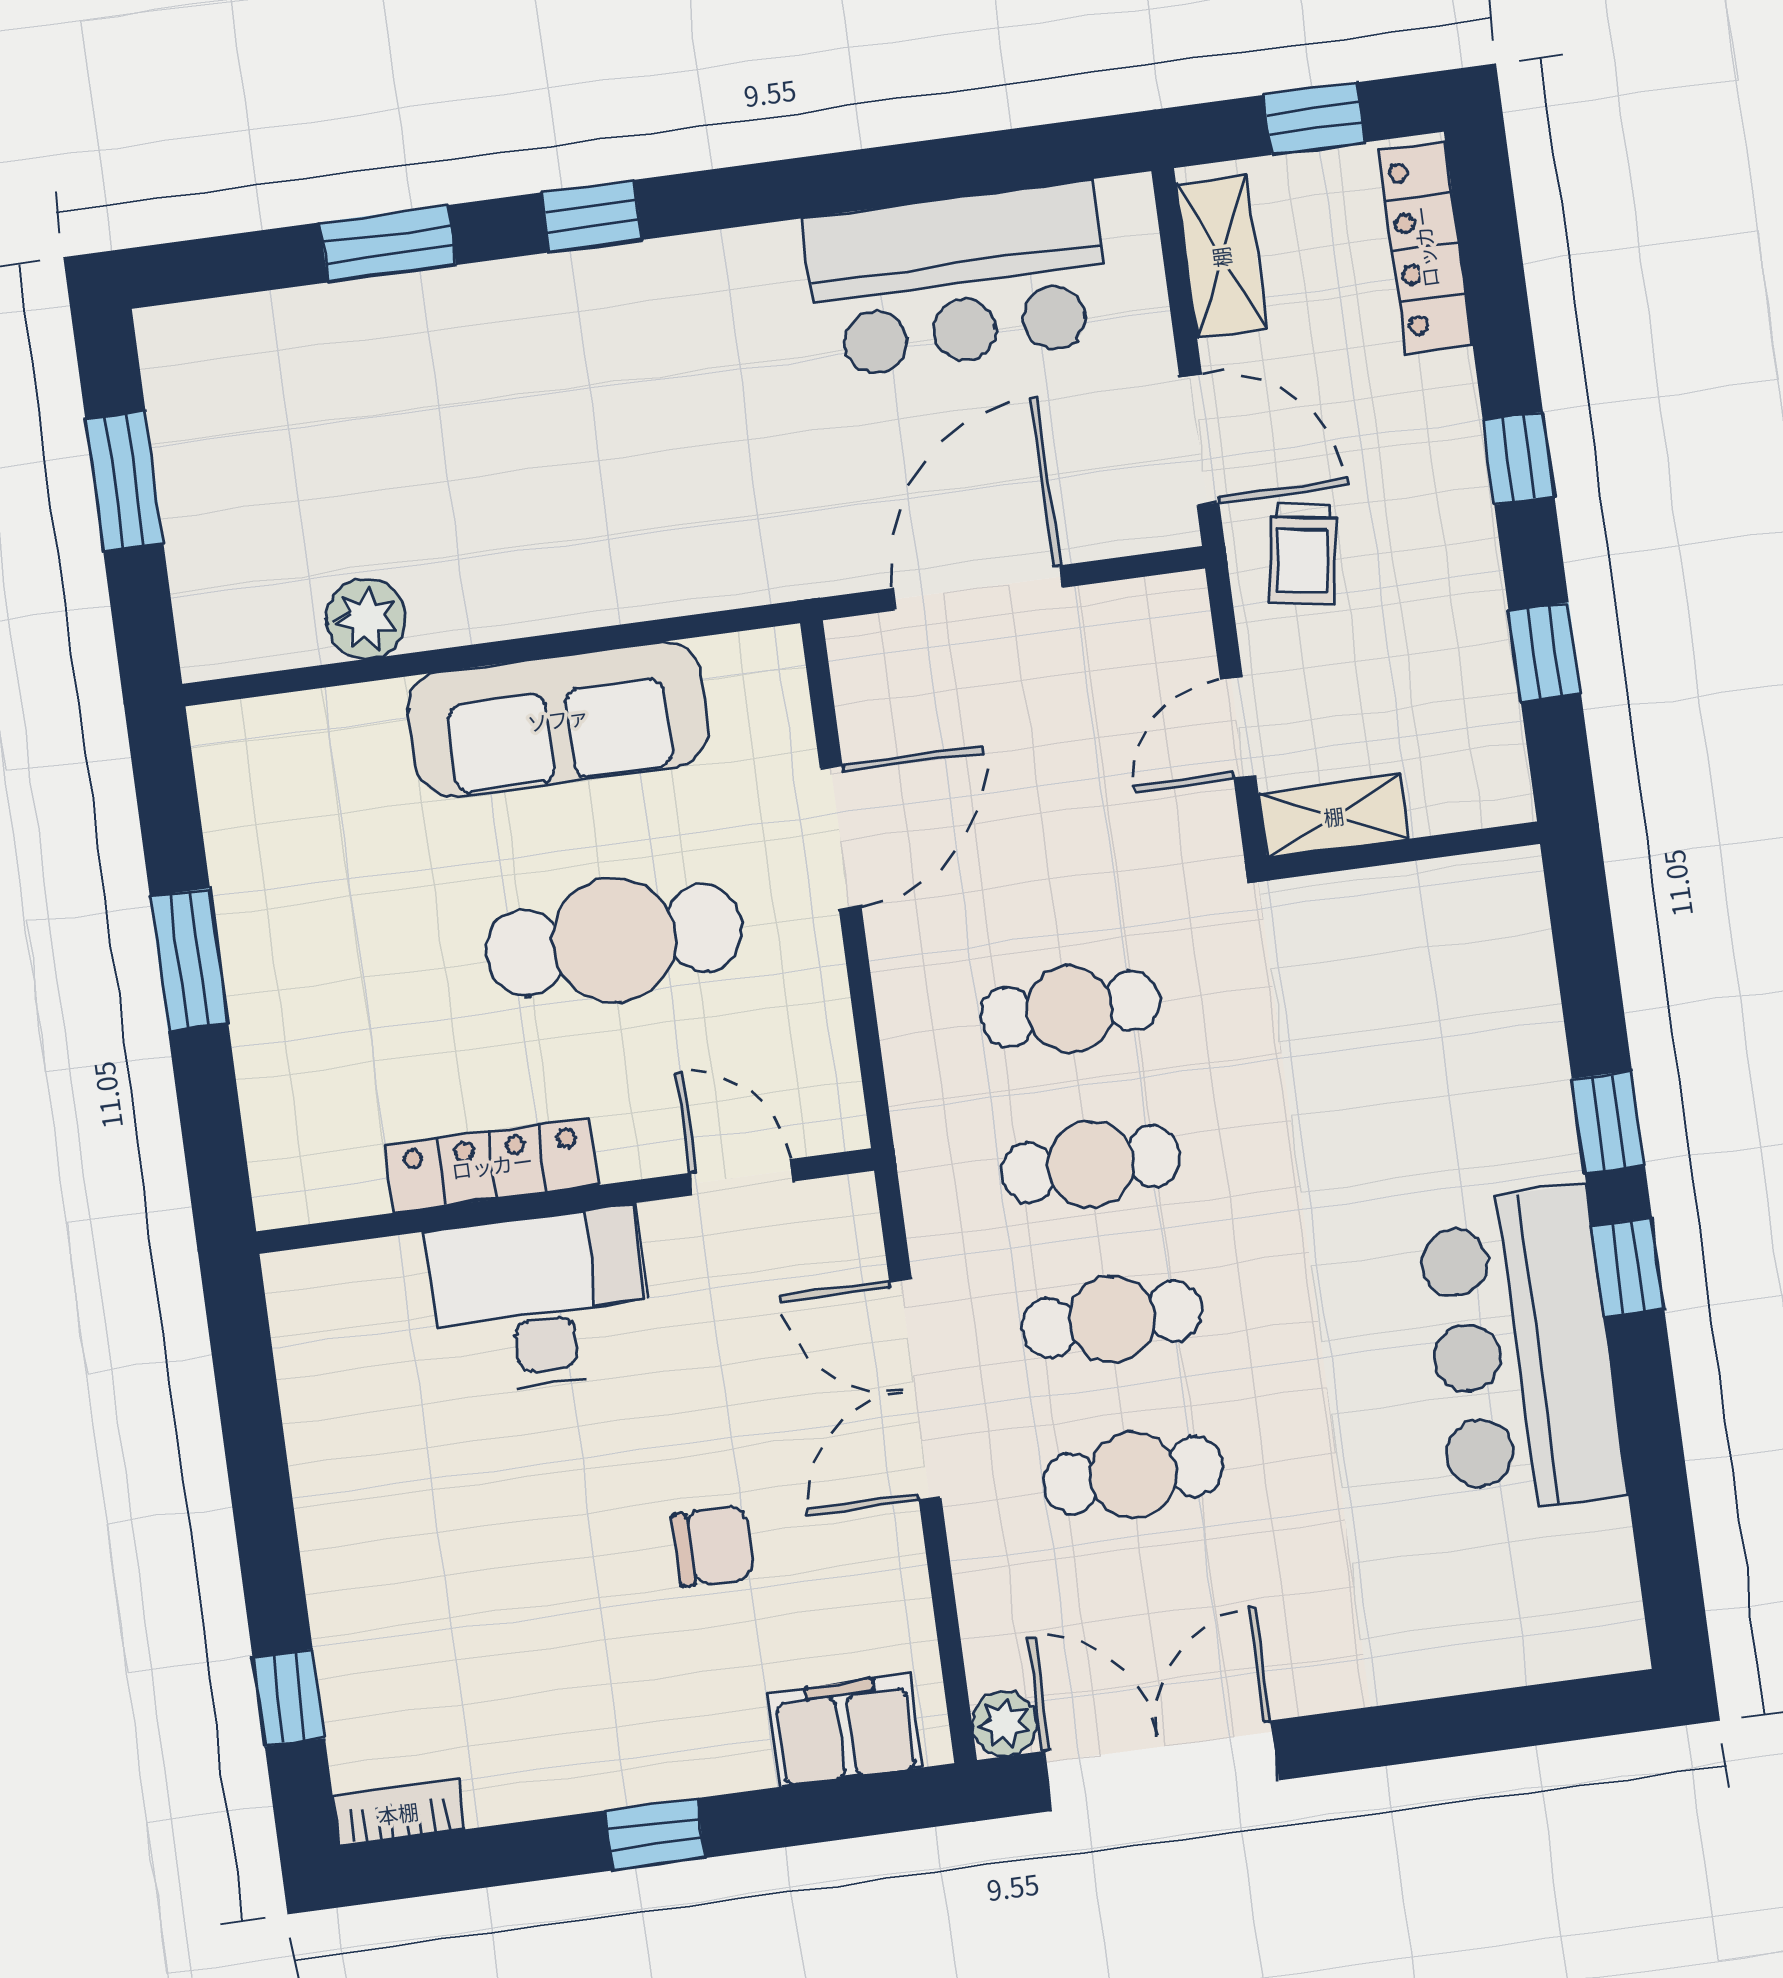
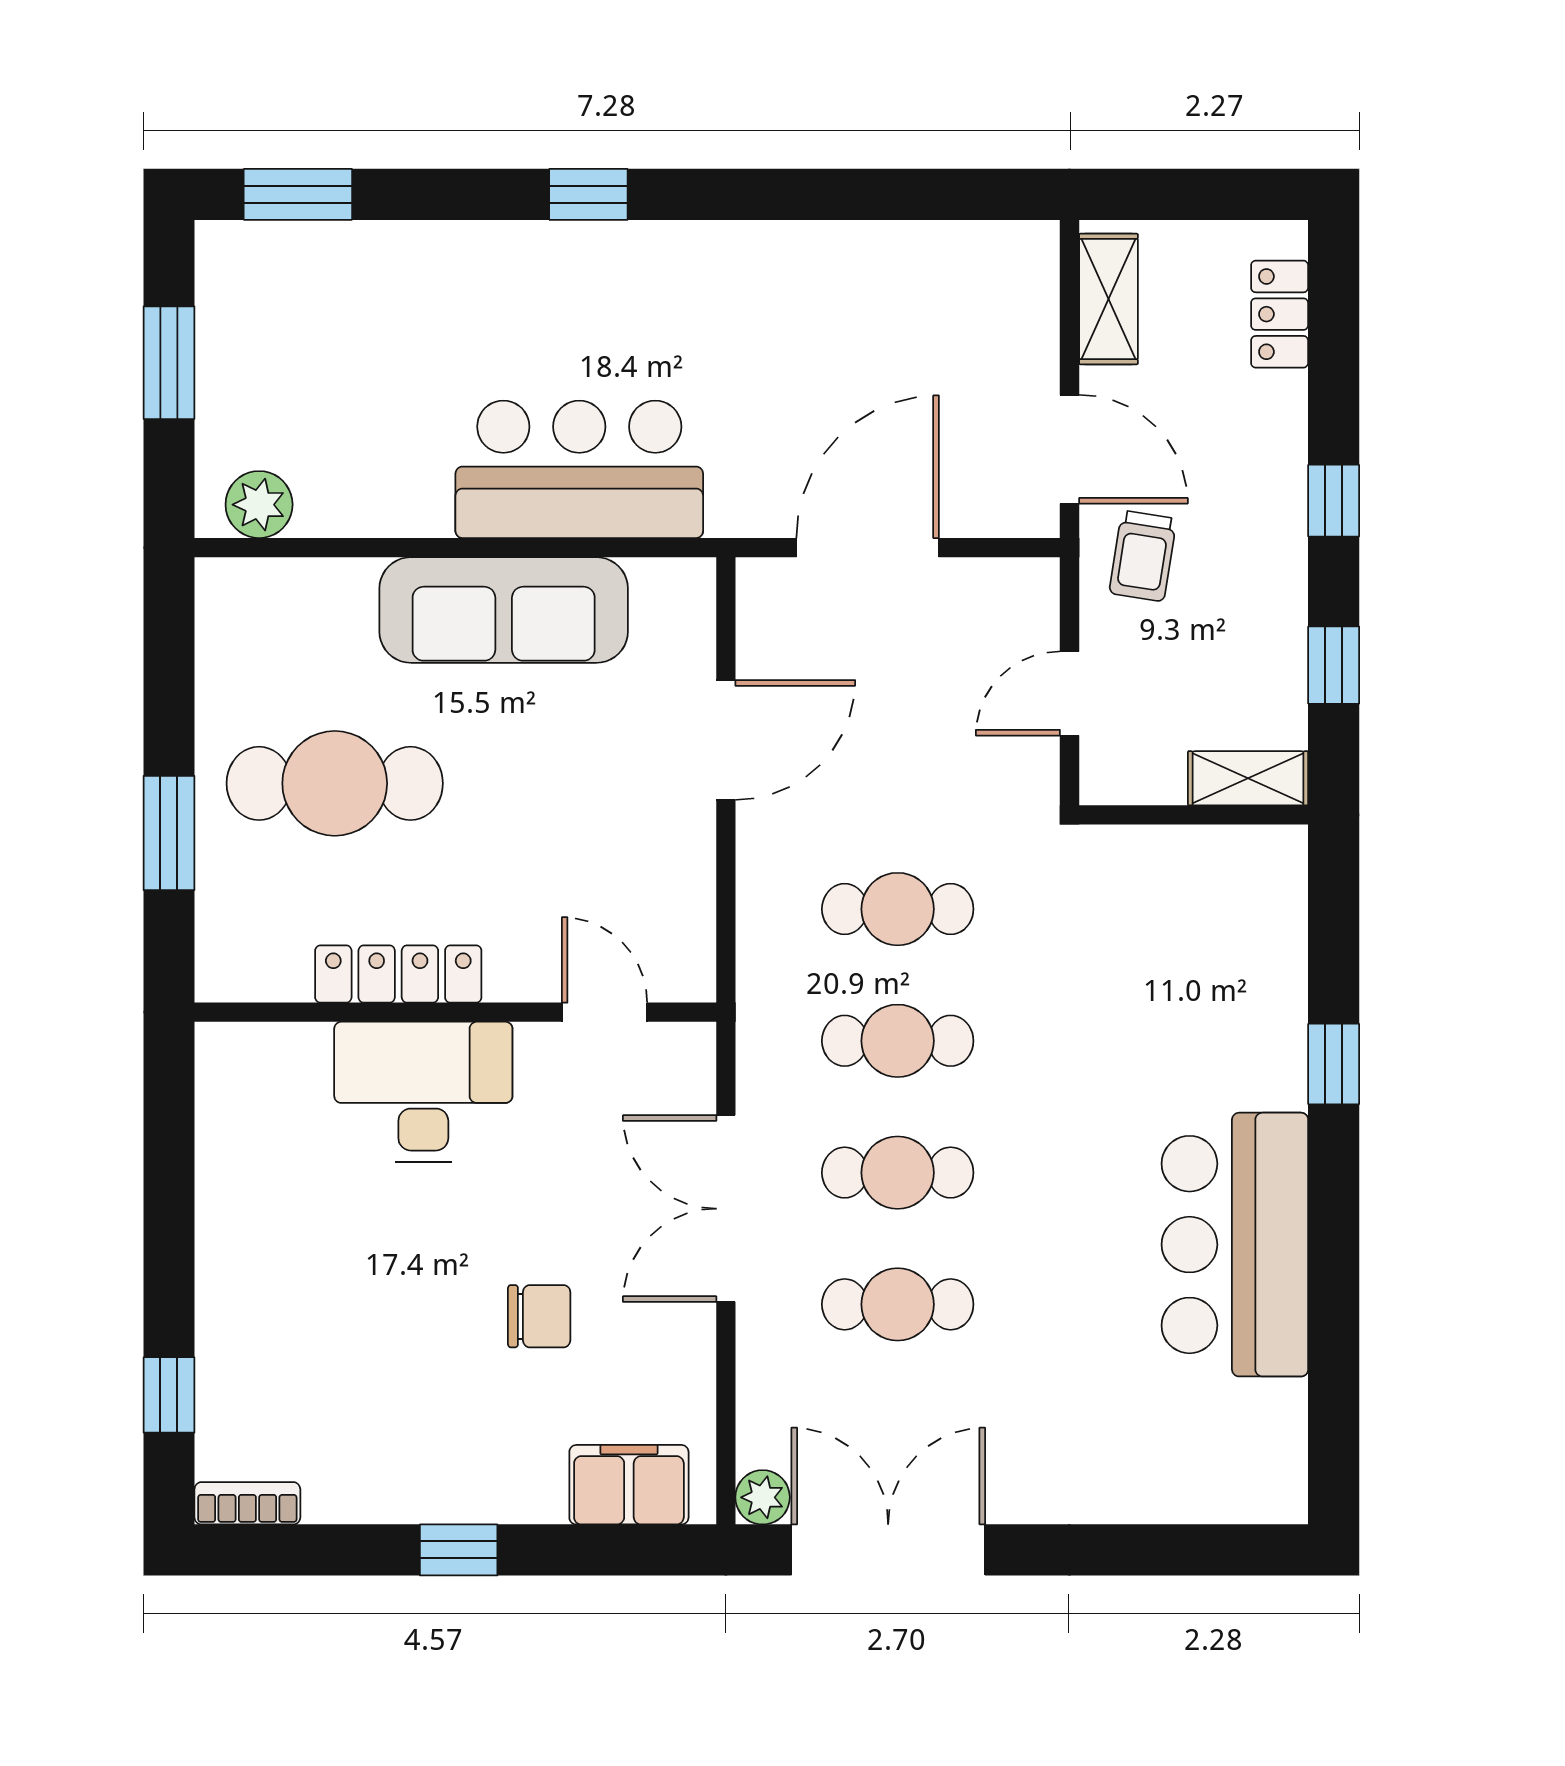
window: (1314, 119) -> (1201, 194), removed
window: (388, 244) -> (298, 194), moved
locker: (1425, 247) -> (1280, 314), width x0.66
bar counter: (958, 280) -> (579, 469), moved, turned 180
plant: (366, 619) -> (259, 505), moved
shelving: (1334, 816) -> (1248, 778), moved
cafe table: (614, 940) -> (335, 783), moved
window: (189, 960) -> (169, 833), moved
window: (1628, 1267) -> (1334, 1187), removed

